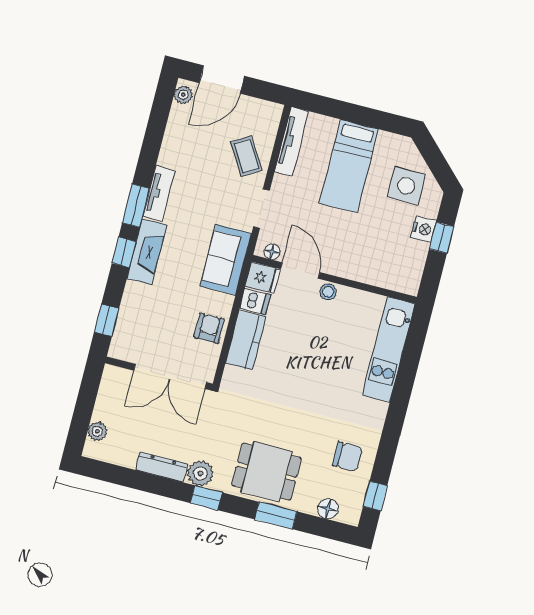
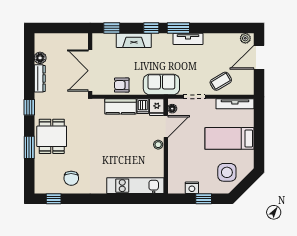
door: (222, 79) -> (259, 57), hinge flipped
nightstand: (423, 229) -> (192, 188), moved
fireplace: (147, 252) -> (134, 40), moved
armchair: (209, 328) -> (122, 85), turned 180
plant: (97, 431) -> (50, 39), removed
plant: (200, 473) -> (42, 101), removed
floor lamp: (328, 509) -> (40, 58), moved

